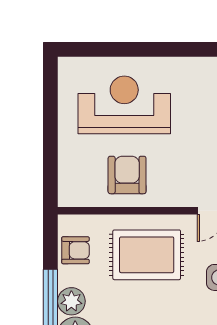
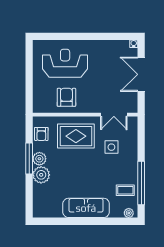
armchair: (75, 250) -> (41, 134), turned 90

